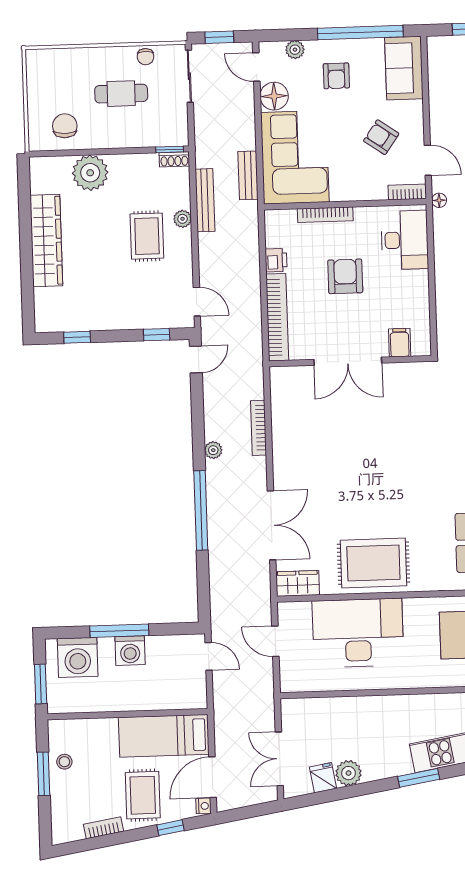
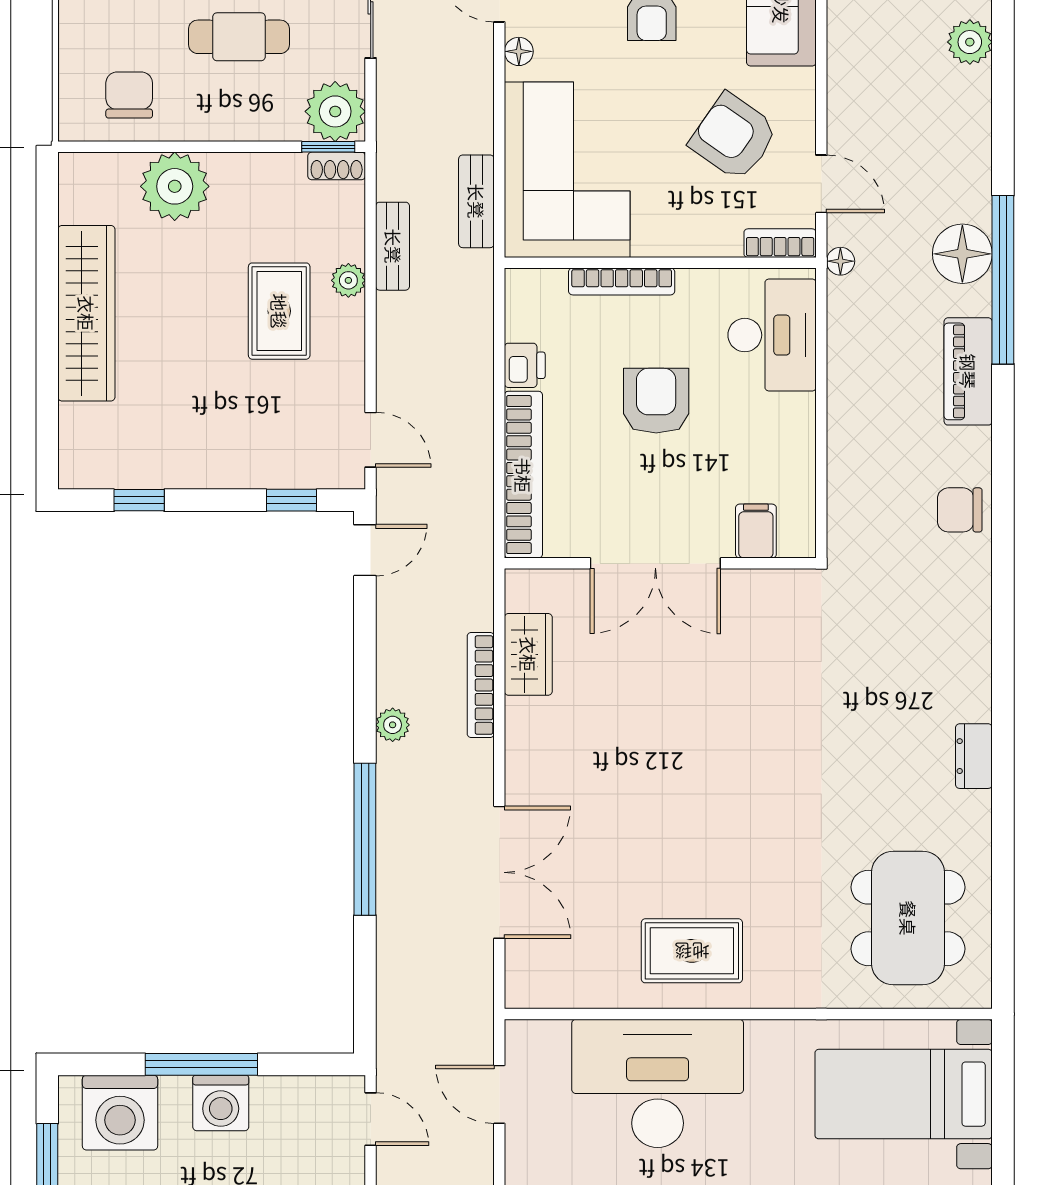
floor lamp: (274, 96) -> (519, 51), width x0.53, depth x0.53
plant: (173, 131) -> (335, 111), added
armchair: (381, 137) -> (734, 137), width x1.38, depth x1.38
bench: (205, 200) -> (393, 246), width x0.73
rug: (373, 563) -> (692, 951), width x0.73, depth x0.70
wardrobe: (298, 583) -> (528, 654), moved, turned 90

